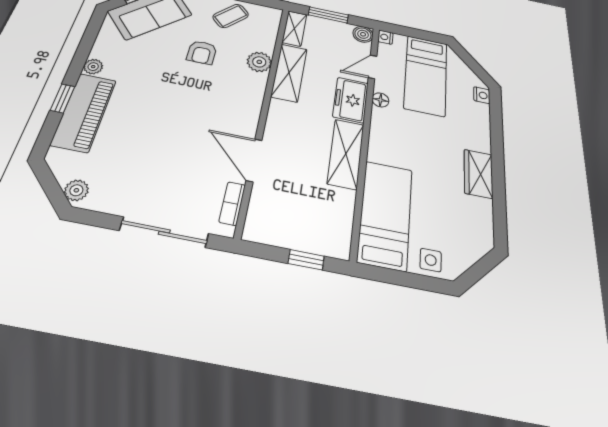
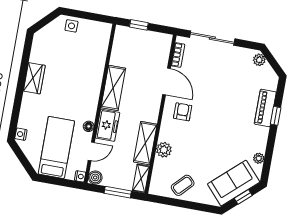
armchair: (202, 52) -> (183, 112), moved
plant: (93, 67) -> (259, 158), moved
piano: (84, 112) -> (265, 108), width x0.73, depth x0.75
bed: (385, 214) -> (94, 51), removed

